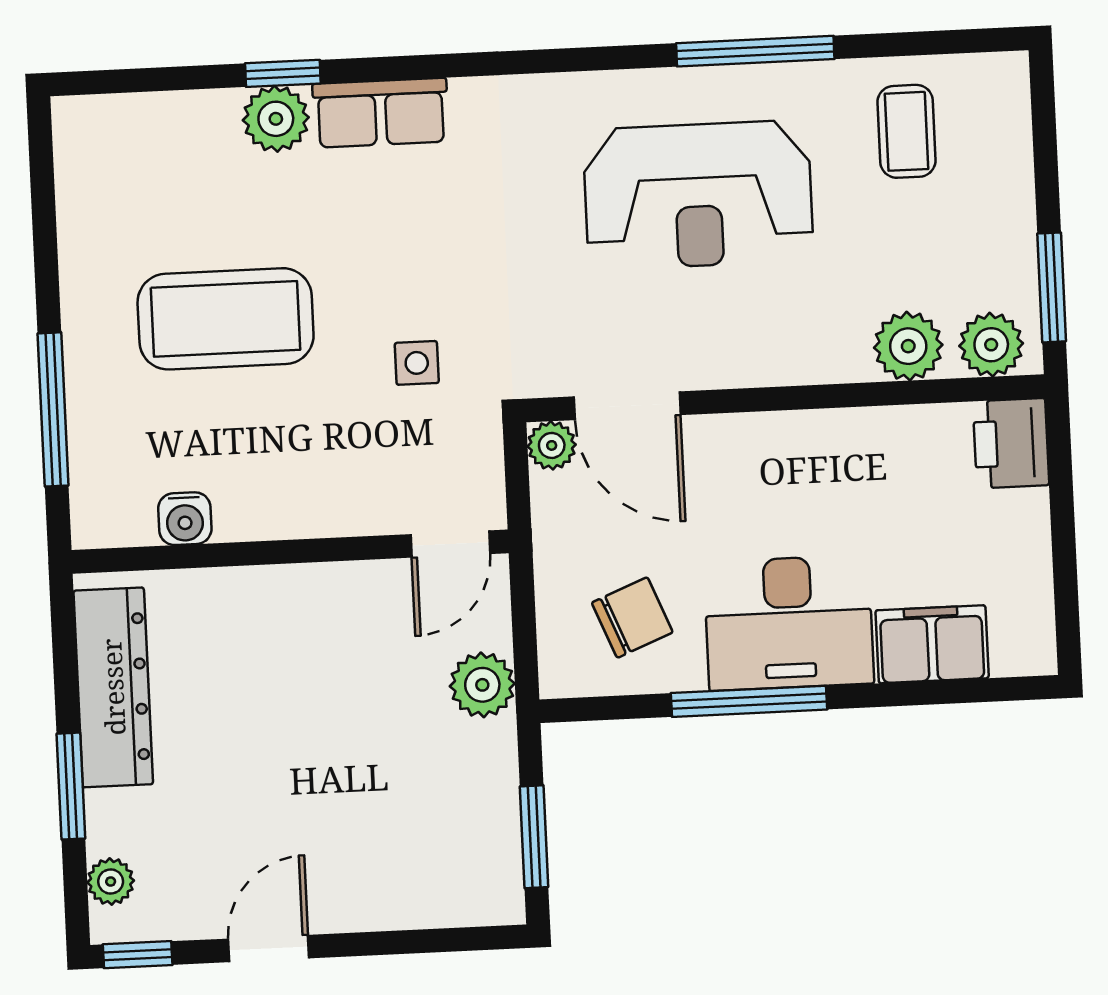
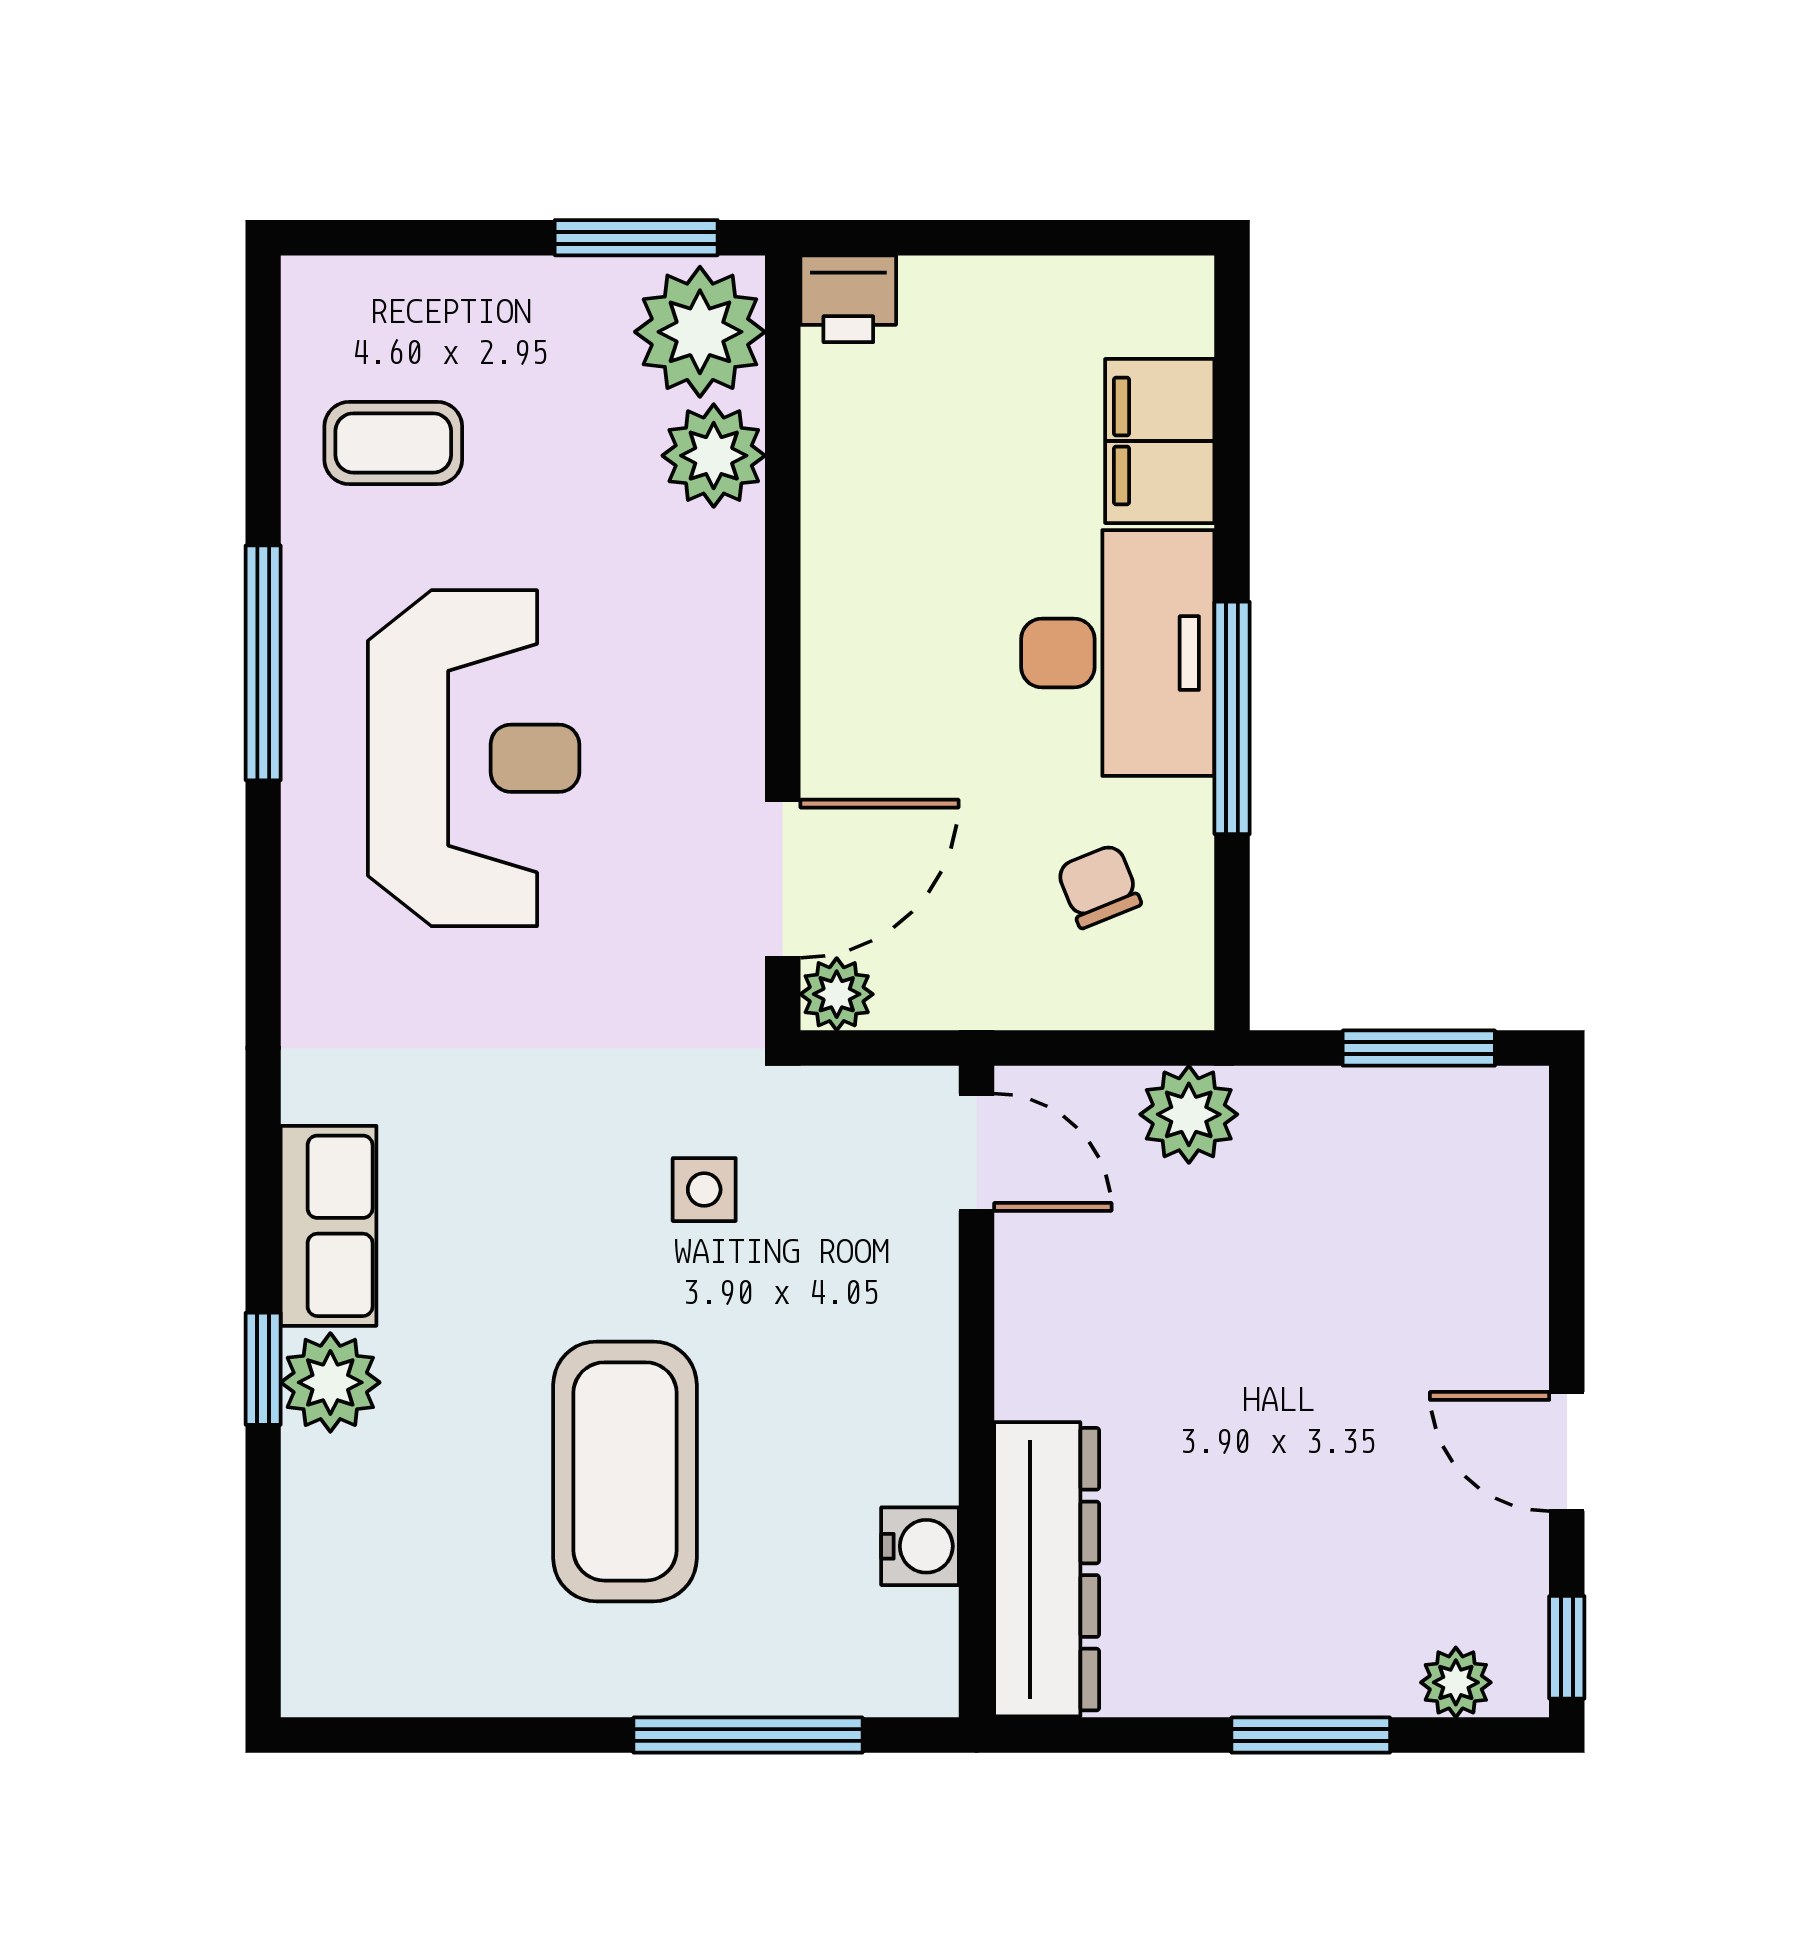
plant: (991, 345) -> (700, 332), width x1.36, depth x1.36
printer: (1011, 443) -> (848, 299), width x0.73, depth x0.81
chair: (632, 618) -> (1099, 886), width x0.73, depth x0.73
dresser: (113, 687) -> (1047, 1569), moved, turned 90

